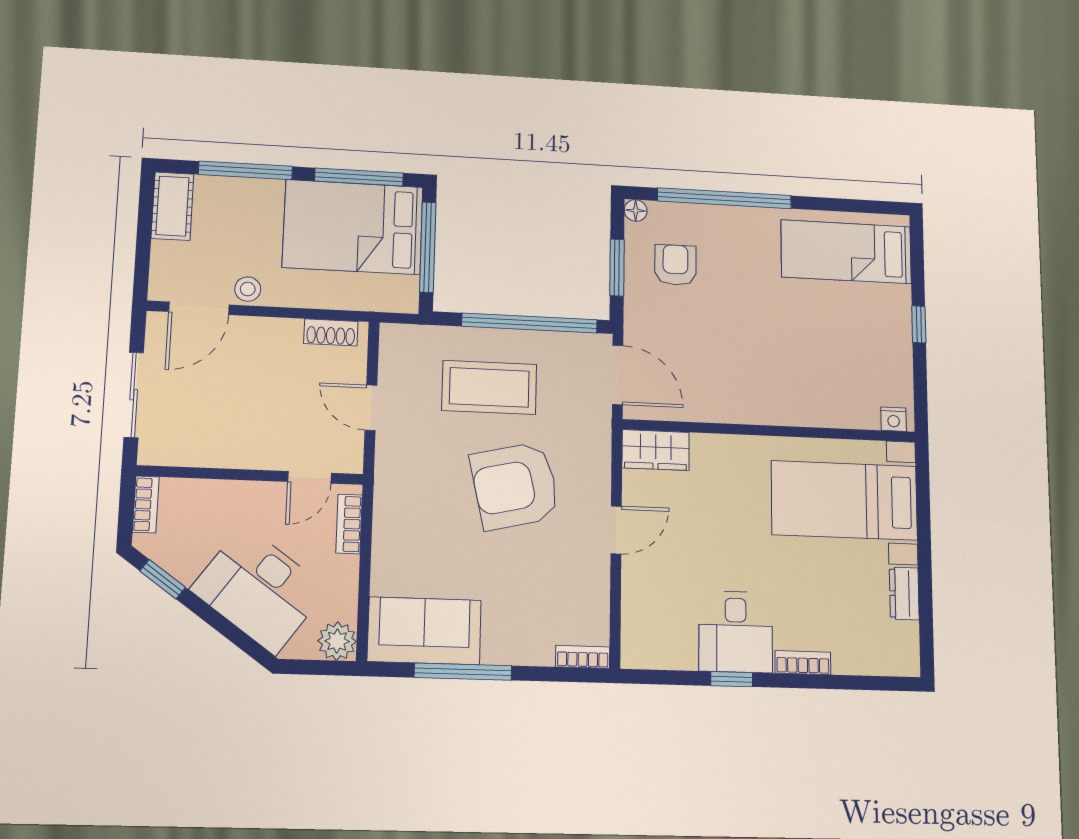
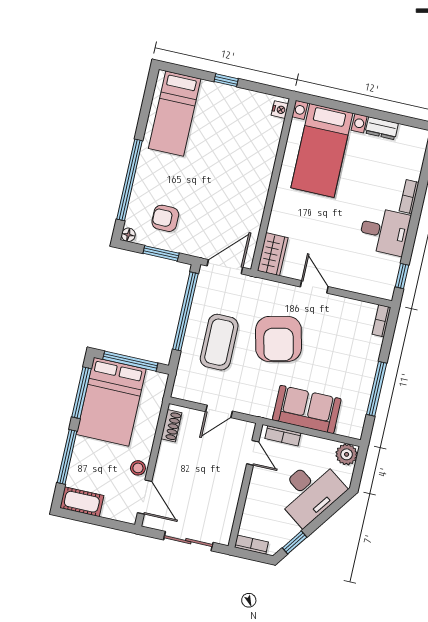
sofa: (424, 631) -> (307, 409), moved, turned 90
window: (732, 679) -> (402, 276), moved

